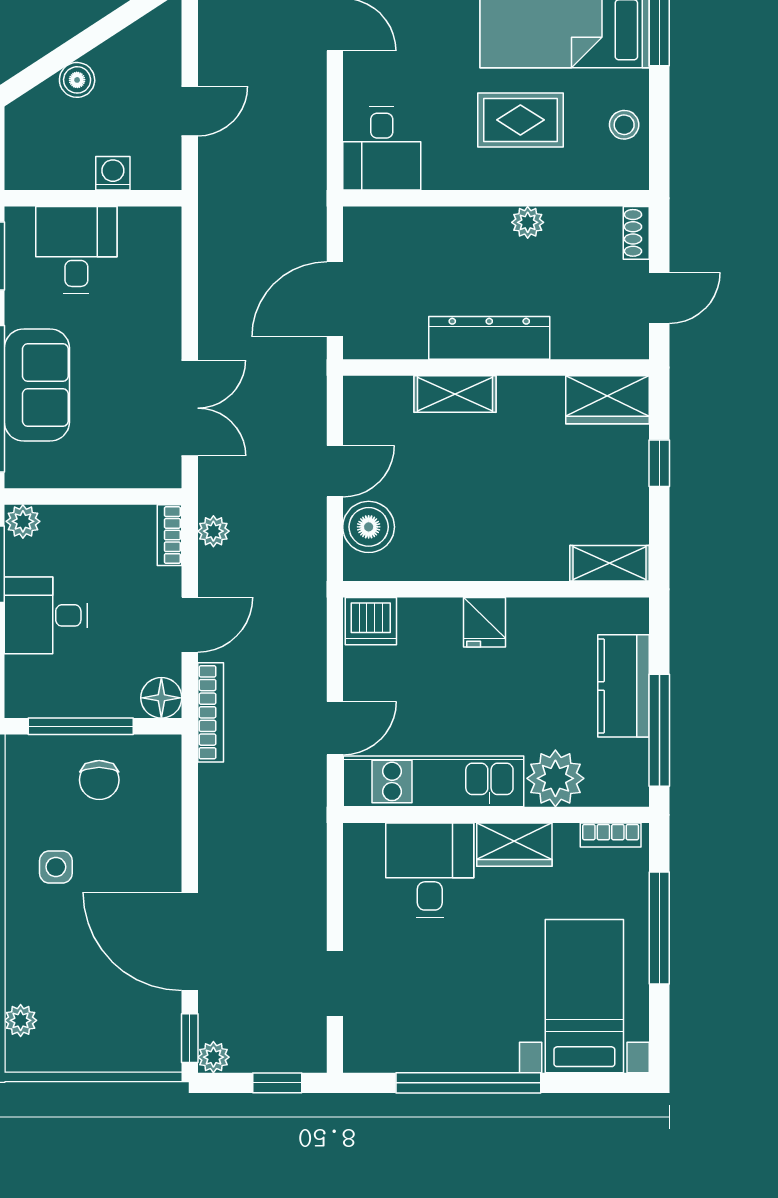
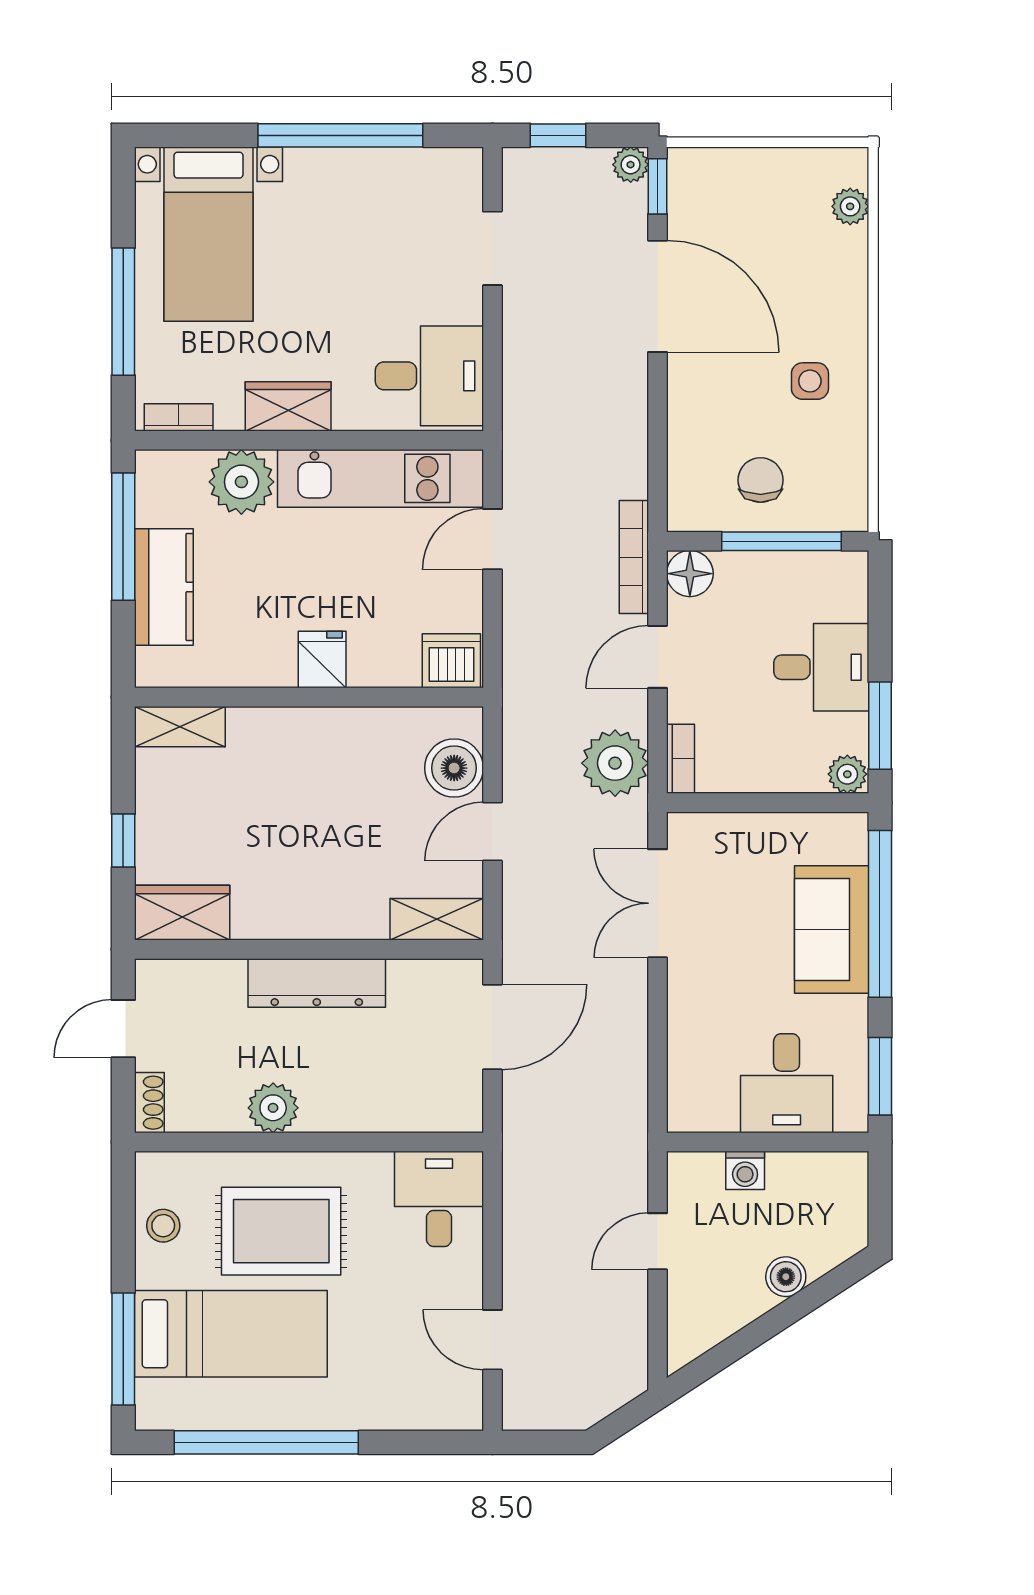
rug: (520, 120) -> (281, 1231), width x1.36, depth x1.43
plant: (528, 222) -> (273, 1108), width x1.38, depth x1.38
shelving: (455, 394) -> (437, 919), moved
plant: (213, 531) -> (615, 763), width x1.88, depth x1.88
desk: (430, 870) -> (429, 376), moved, turned -90

